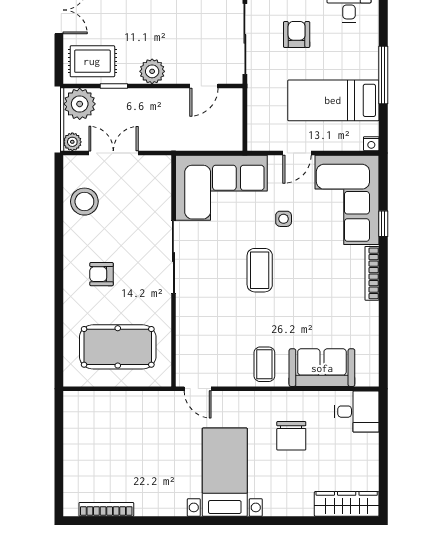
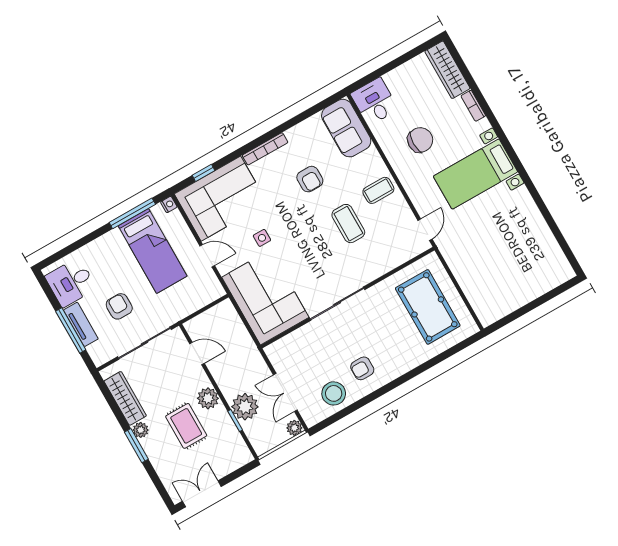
armchair: (297, 35) -> (119, 306), turned 90
rug: (92, 61) -> (186, 426), moved
window: (383, 75) -> (132, 213), moved
plant: (80, 104) -> (245, 407), moved
window: (383, 224) -> (204, 173), moved
coffee table: (260, 270) -> (348, 224), moved, turned 90
armchair: (102, 274) -> (362, 368), moved, turned 90
armchair: (315, 301) -> (310, 179), added
sofa: (322, 368) -> (346, 128), moved
bookcase: (106, 509) -> (473, 106), moved, width x0.64

